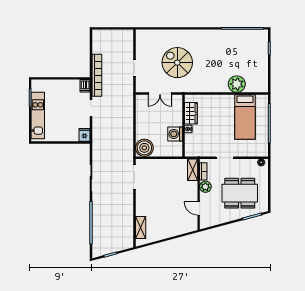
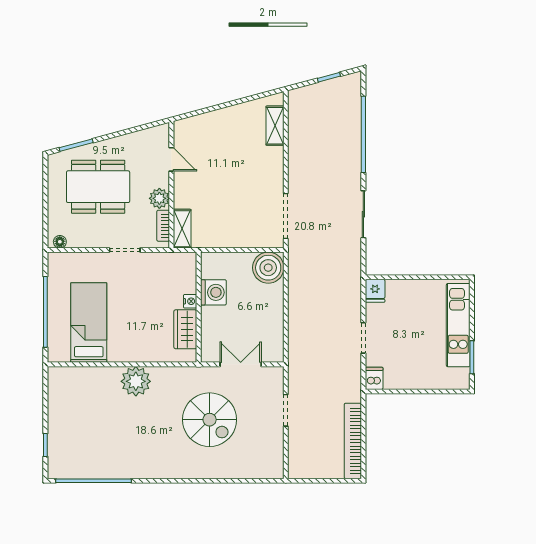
bookcase: (97, 75) -> (353, 441), moved
plant: (237, 84) -> (136, 381), moved

